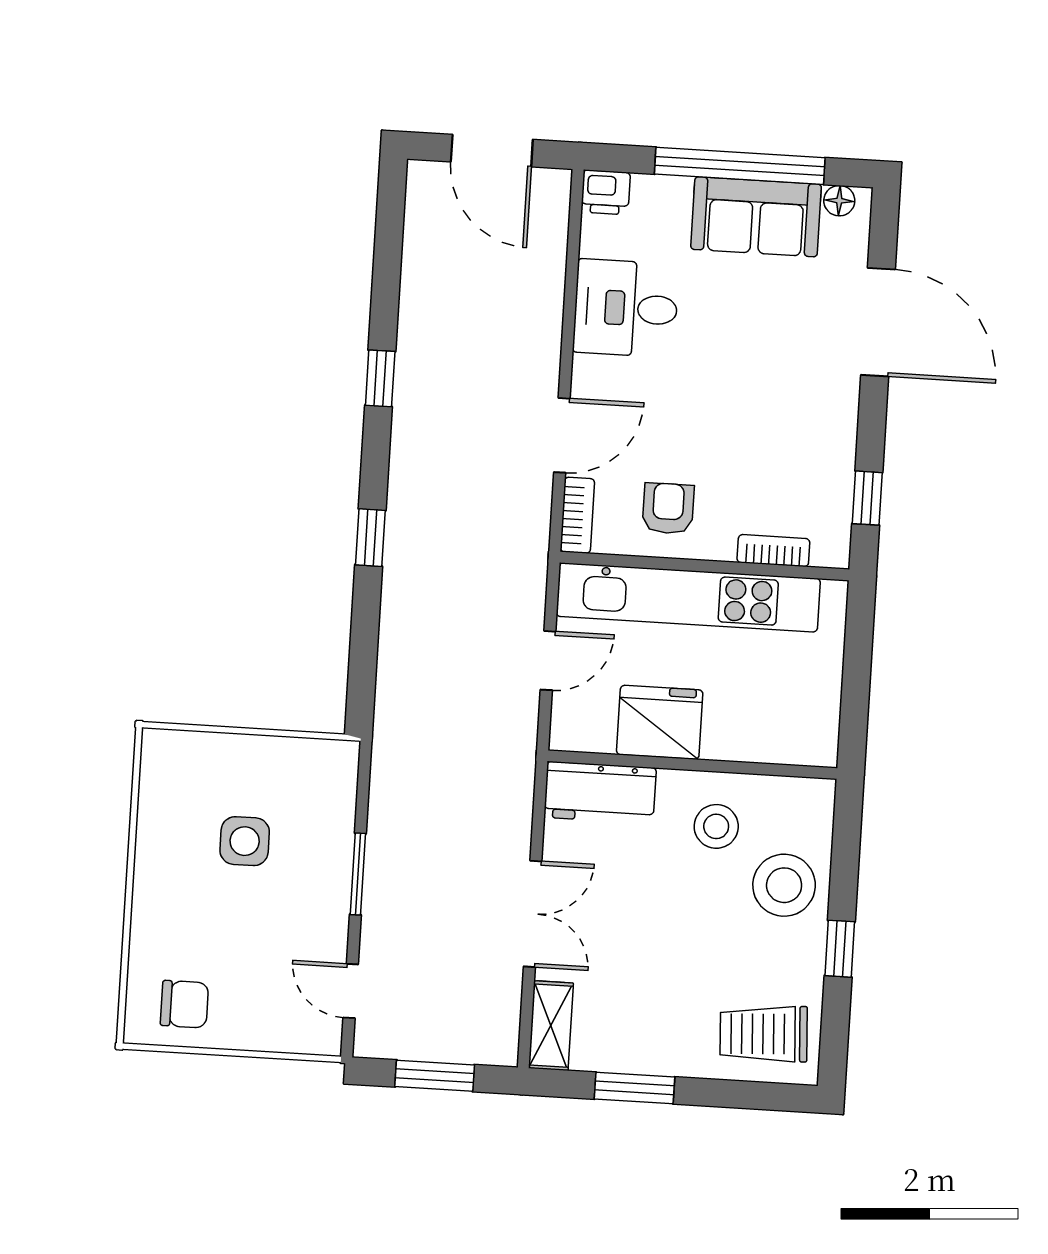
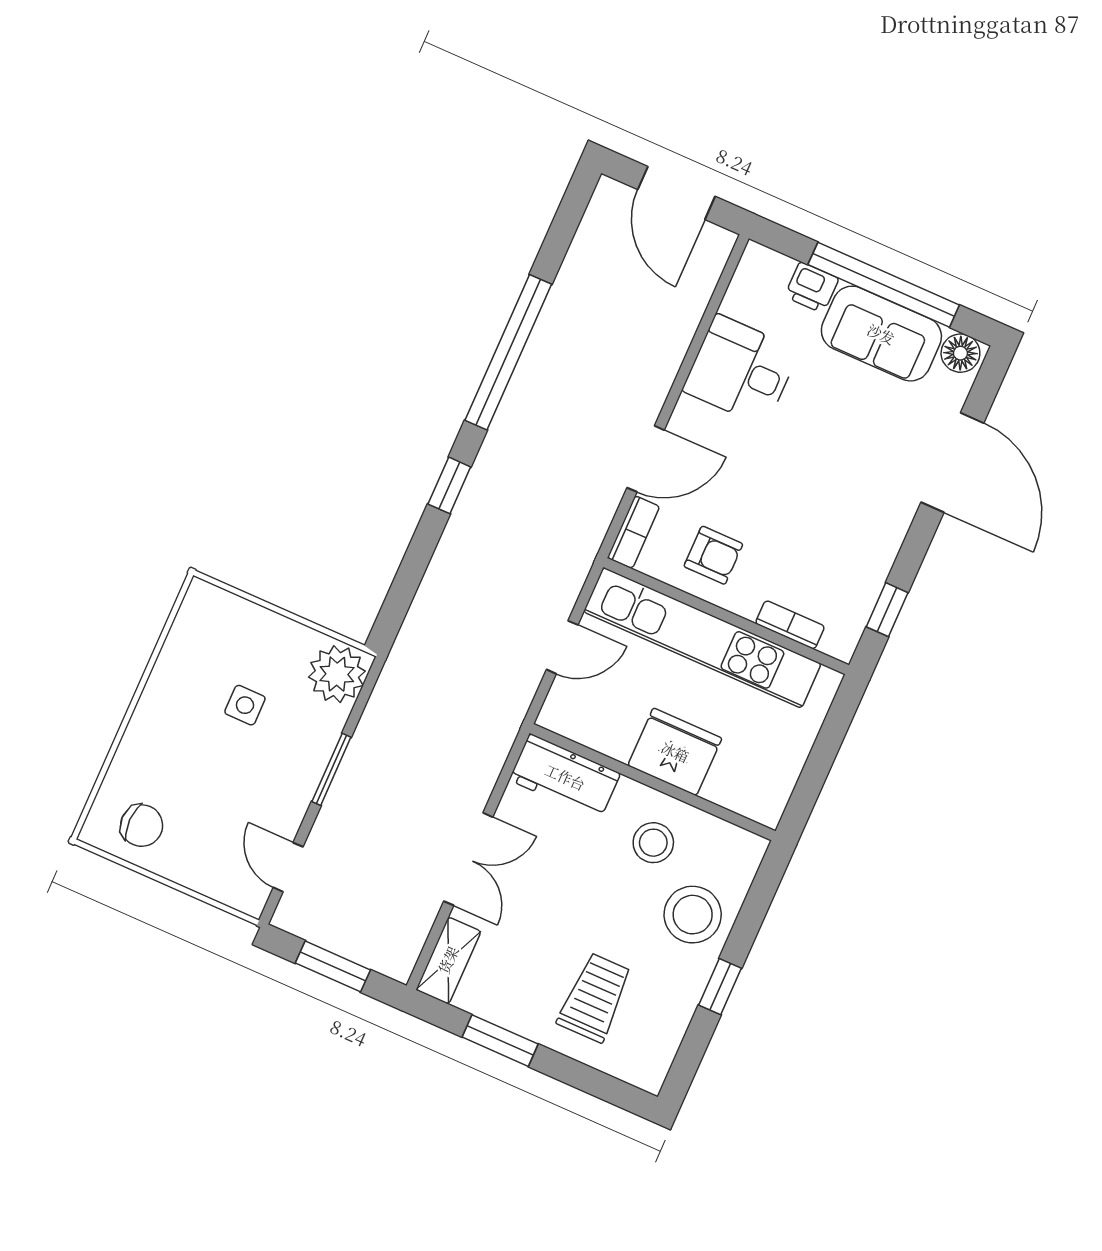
printer: (606, 192) -> (812, 287), moved
floor lamp: (839, 201) -> (960, 353), width x1.37, depth x1.37
window: (380, 378) -> (508, 352), width x3.17
armchair: (668, 508) -> (713, 555), turned 90
fridge: (660, 722) -> (675, 752), moved
plant: (327, 774) -> (337, 674), added
side table: (245, 841) -> (245, 705), width x0.73, depth x0.73
trolley: (764, 1034) -> (595, 998), moved, turned 93

